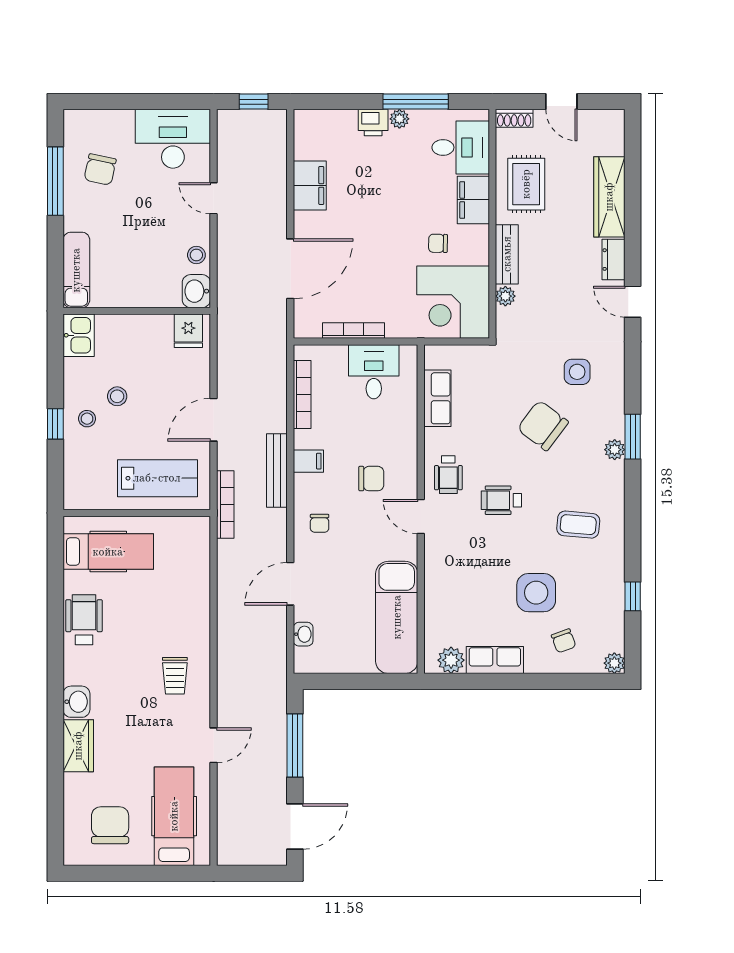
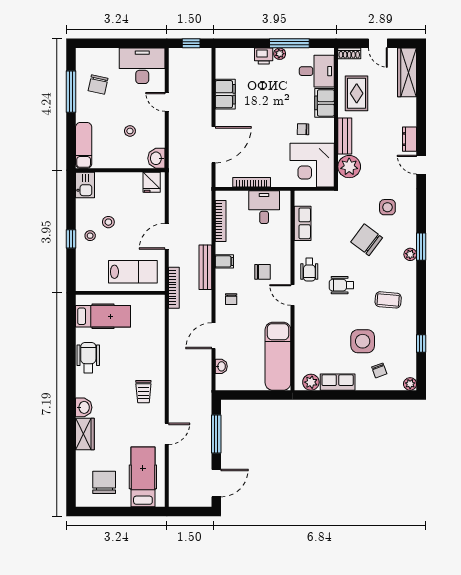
wardrobe: (609, 197) -> (407, 72), moved
stool: (196, 255) -> (130, 131), moved
plant: (505, 296) -> (349, 167), width x1.87, depth x1.87

